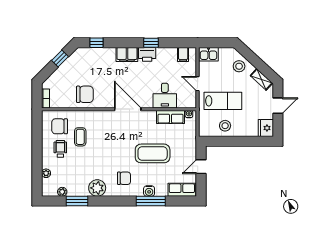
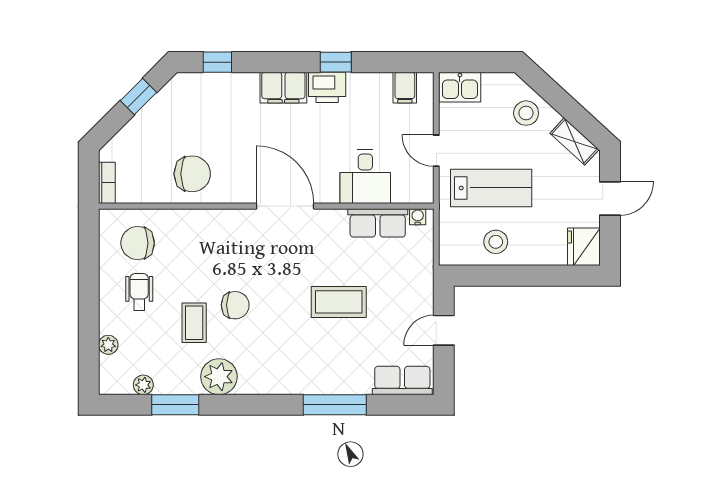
coffee table: (80, 137) -> (194, 323), moved
coffee table: (153, 153) -> (339, 302), width x0.73, depth x0.76
chair: (124, 178) -> (235, 305), moved
water cooler: (149, 191) -> (331, 383), removed

